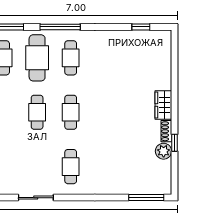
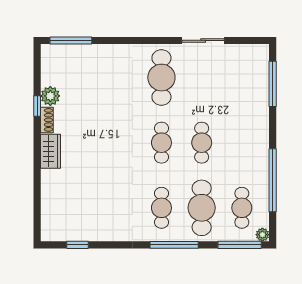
cafe table: (71, 167) -> (161, 78), width x1.37, depth x1.35

